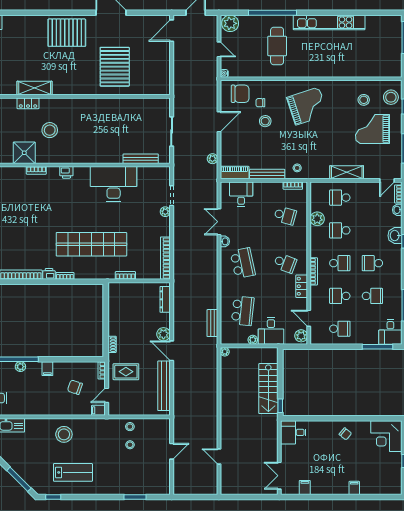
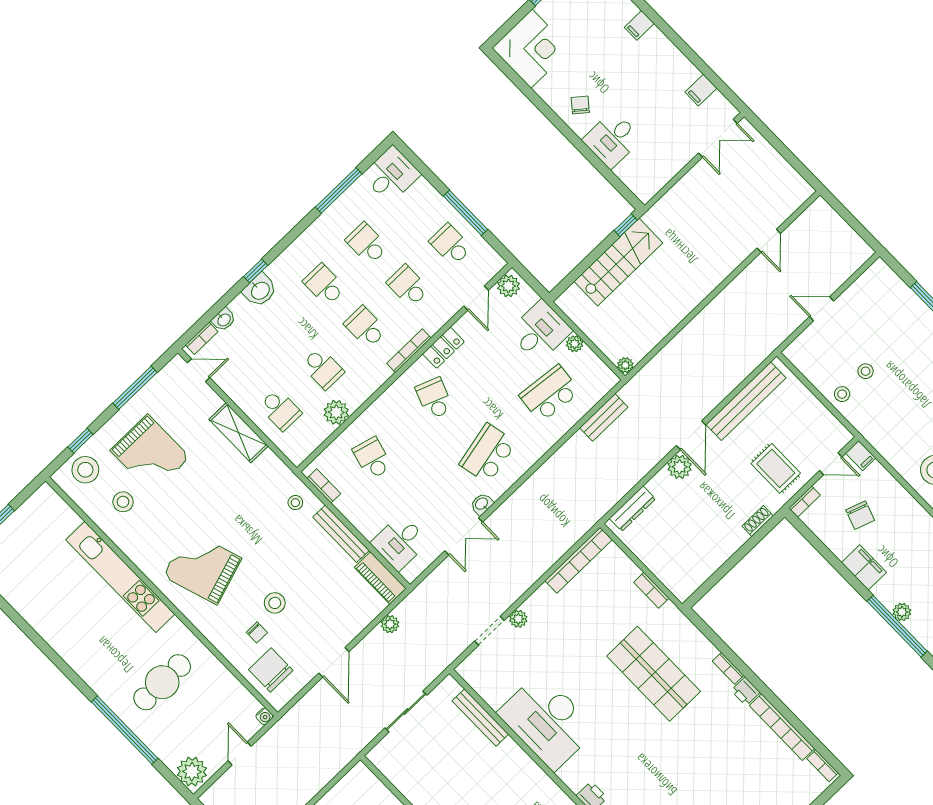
kitchen unit: (329, 22) -> (120, 577), moved, turned 180
door: (219, 122) -> (334, 662), swing flipped
shop shelf: (91, 244) -> (654, 674), width x0.71
school desk: (372, 263) -> (324, 285), turned 180
school desk: (340, 296) -> (408, 286), turned 180
window: (377, 347) -> (465, 213), moved
filing cabinet: (47, 369) -> (864, 567), width x2.00
desk: (293, 432) -> (612, 139), moved, turned 90

